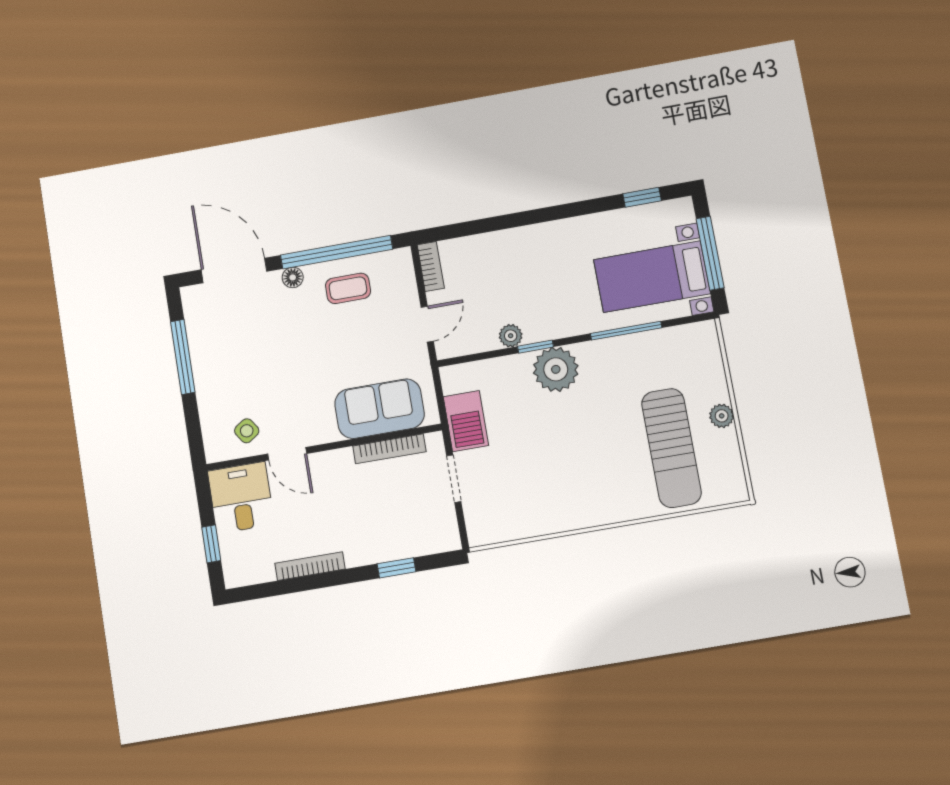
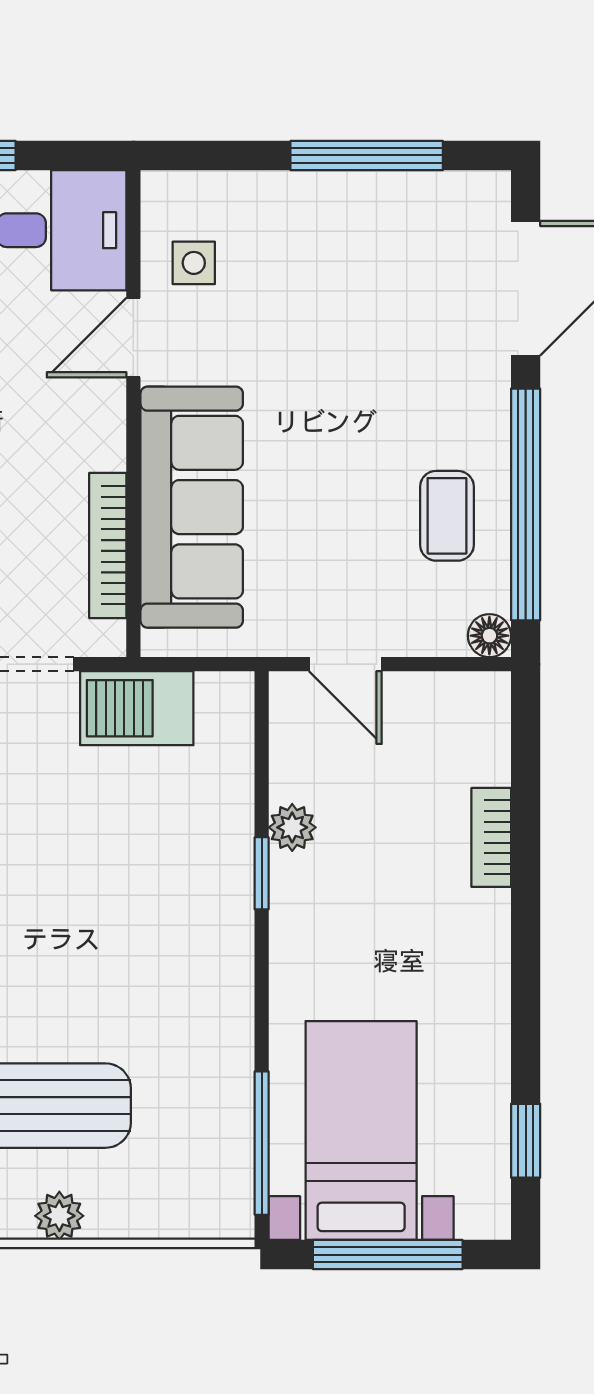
bookcase: (431, 266) -> (491, 837), moved, turned 90
floor lamp: (293, 277) -> (489, 636), moved
window: (626, 331) -> (262, 1143), moved
plant: (556, 369) -> (209, 906), removed
sofa: (380, 409) -> (192, 507), width x1.36
side table: (247, 431) -> (194, 263), turned 34

